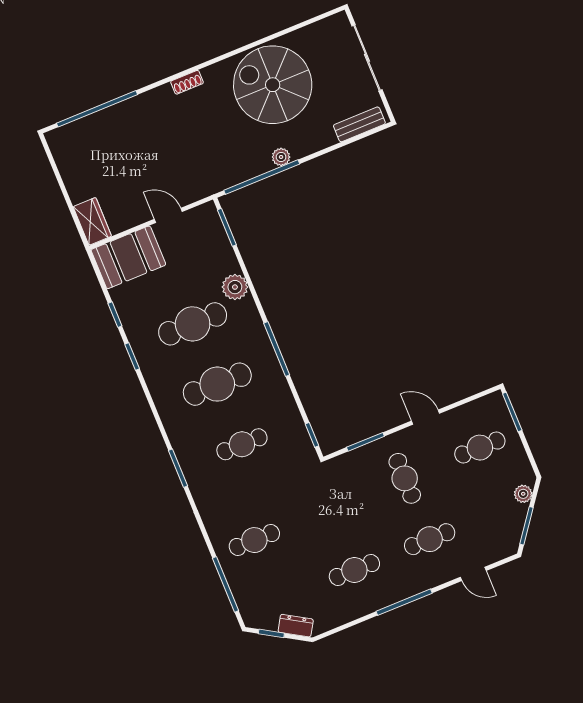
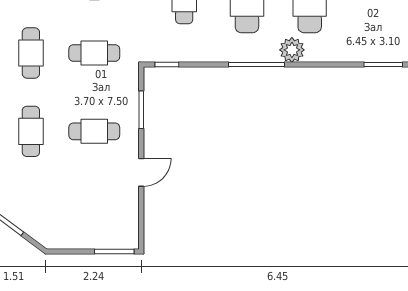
plant: (235, 287) -> (292, 50), moved
cafe table: (480, 448) -> (94, 53), moved, turned 90
plant: (523, 494) -> (37, 231), removed

